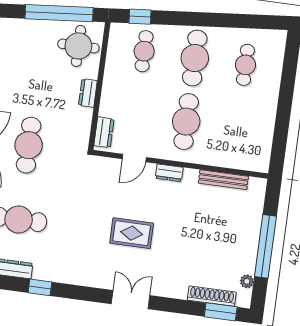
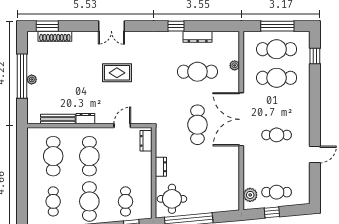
cafe table: (237, 128) -> (53, 156), added
dresser: (169, 173) -> (85, 119), moved
plant: (247, 281) -> (32, 80), moved

